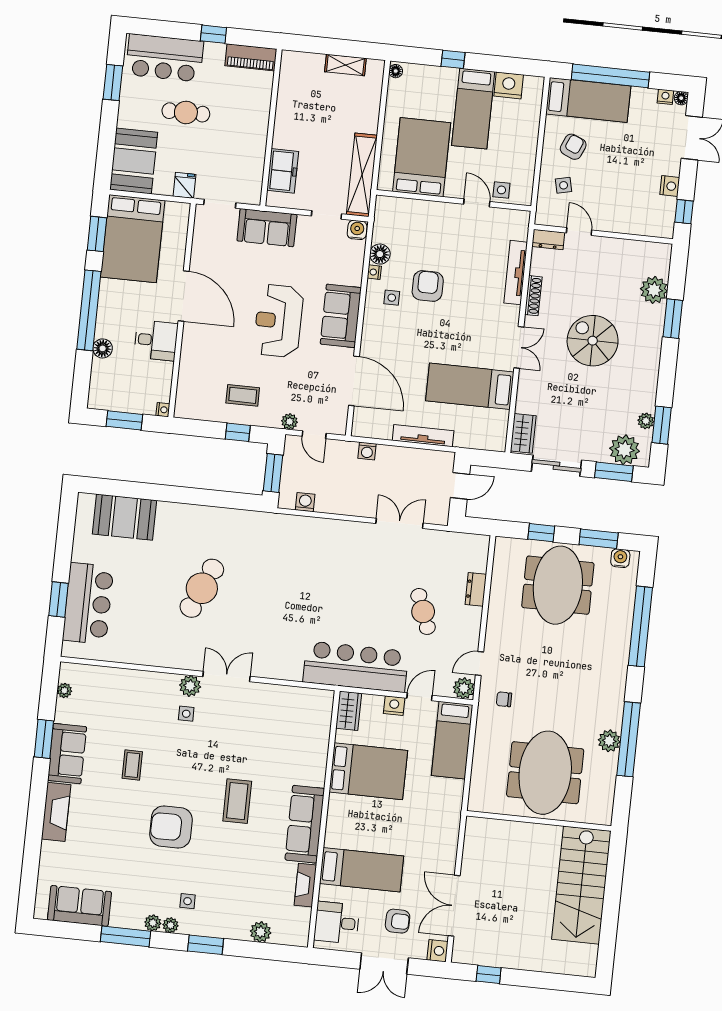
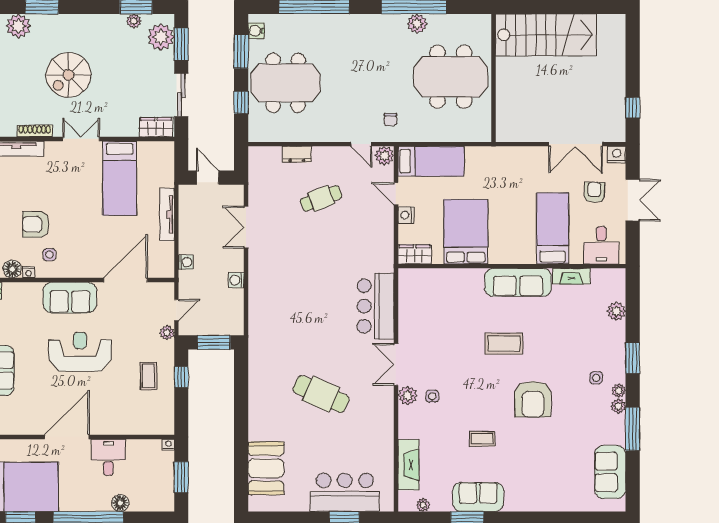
reception desk: (278, 321) -> (80, 352), turned 180
washing machine: (305, 502) -> (236, 280), moved
bar counter: (356, 667) -> (376, 306), moved, width x0.73
fireplace: (56, 812) -> (408, 465), moved, turned 90

